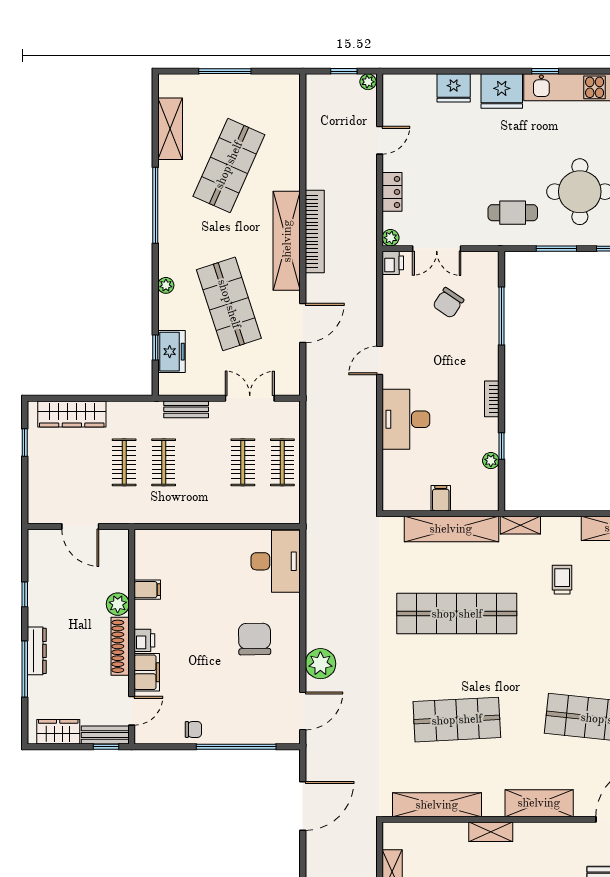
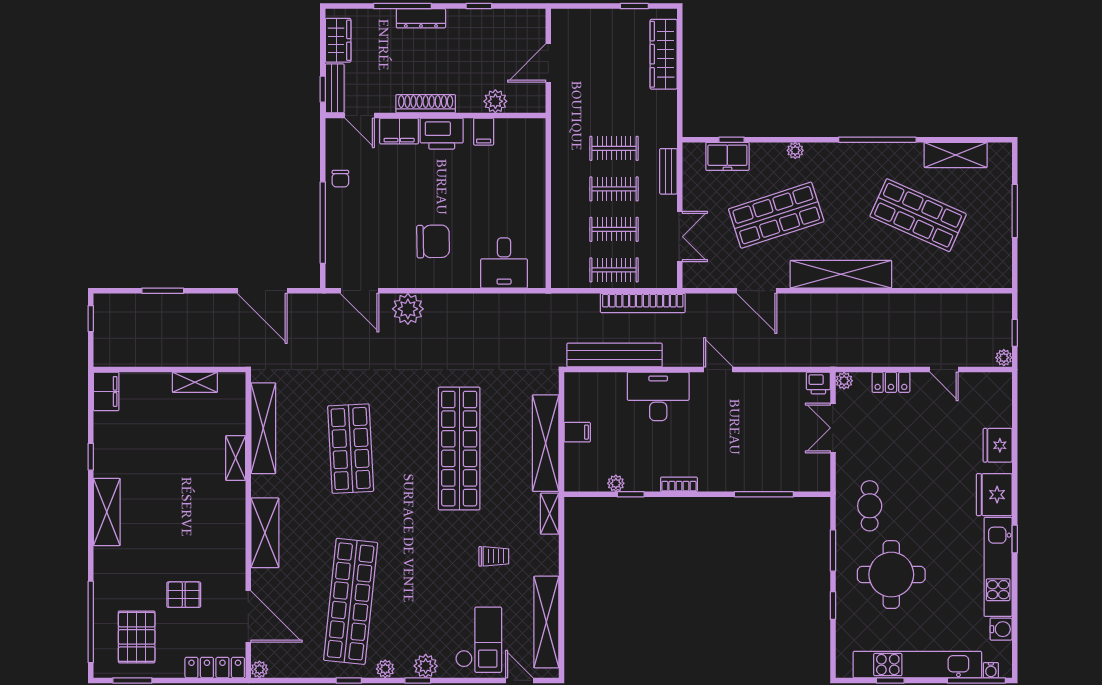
bookcase: (315, 232) -> (643, 303), moved
chair: (448, 303) -> (777, 440), removed
clothes rail: (124, 462) -> (614, 189), moved
bench: (366, 462) -> (615, 355), added
desk: (276, 561) -> (504, 263), width x0.73
plant: (118, 604) -> (495, 101), moved
printer: (144, 640) -> (442, 134), width x1.87, depth x1.48
shelving: (491, 832) -> (236, 458), moved

